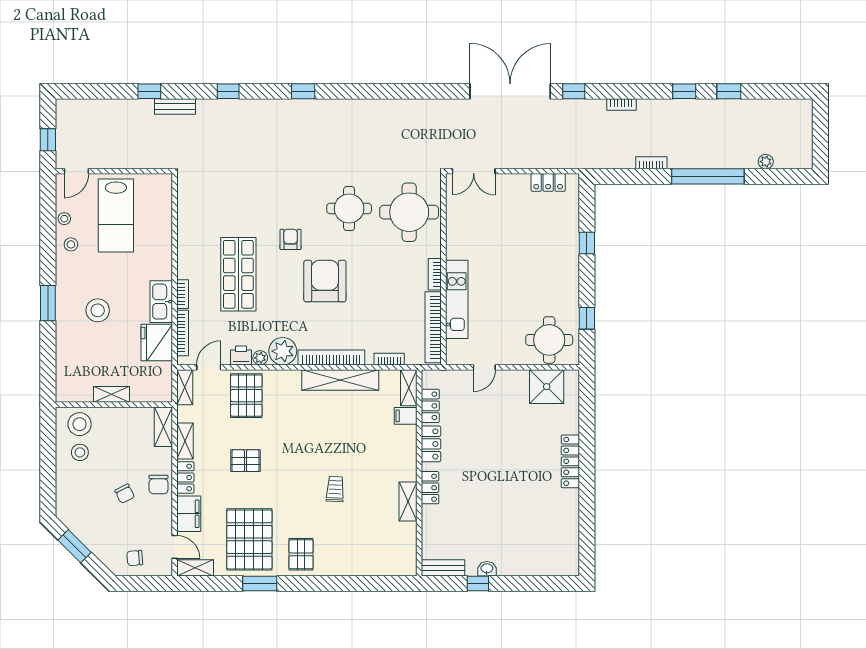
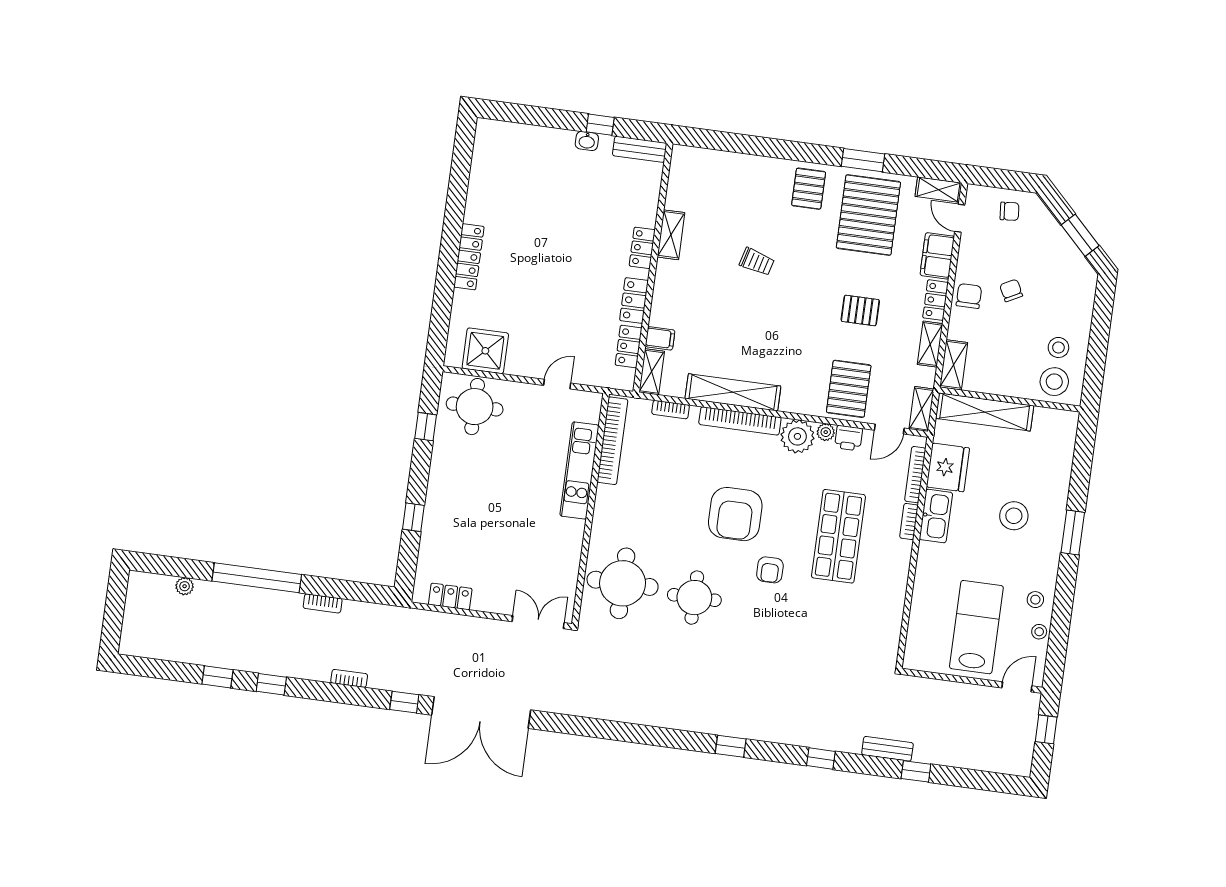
bookcase: (435, 274) -> (602, 504), removed
shelving: (111, 394) -> (985, 412), width x2.20, depth x1.33
trolley: (335, 489) -> (757, 262), turned -78

